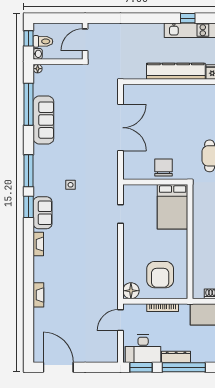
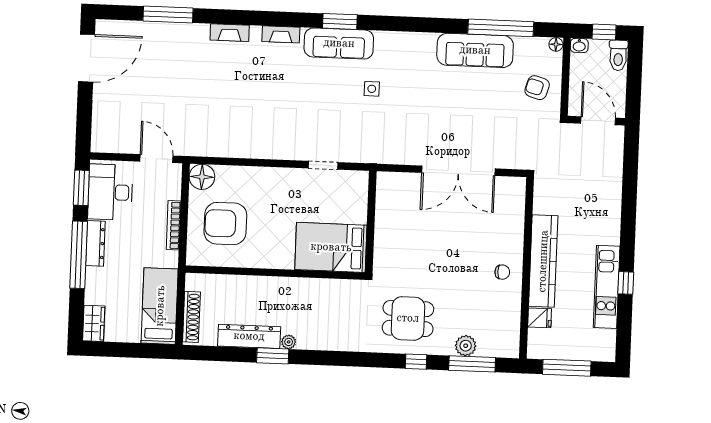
toilet: (43, 41) -> (618, 55), moved
armchair: (66, 80) -> (537, 88), added
chair: (164, 168) -> (502, 272), moved, width x0.54, depth x0.54
window: (28, 171) -> (168, 15), moved
sofa: (43, 213) -> (339, 43), width x1.36
fireplace: (38, 295) -> (230, 33), moved

